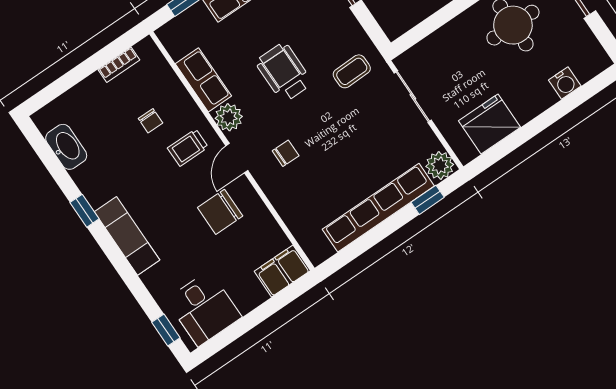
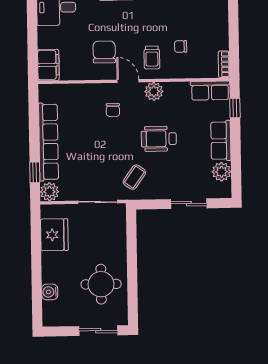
bookcase: (119, 65) -> (224, 64), moved
coffee table: (352, 71) -> (134, 177), turned 37
wheelchair: (284, 72) -> (159, 139), turned 180
row of seats: (203, 80) -> (210, 91), moved
trolley: (188, 148) -> (152, 57), turned 180

